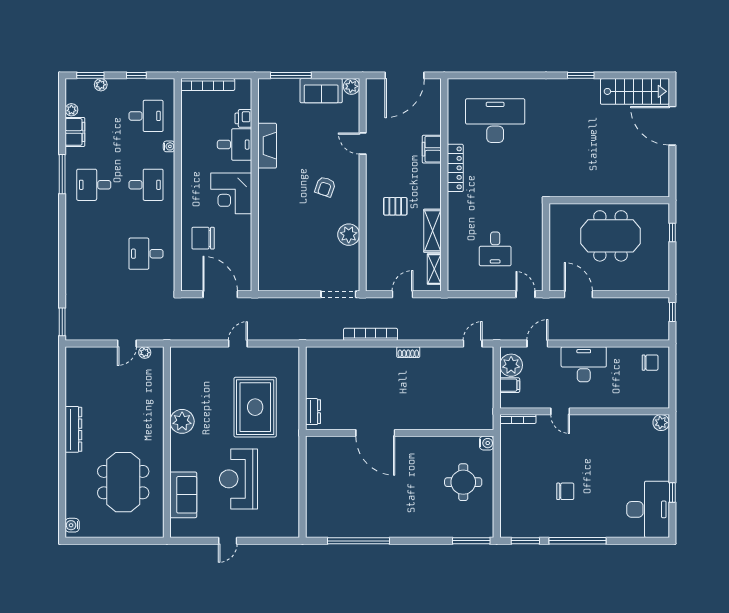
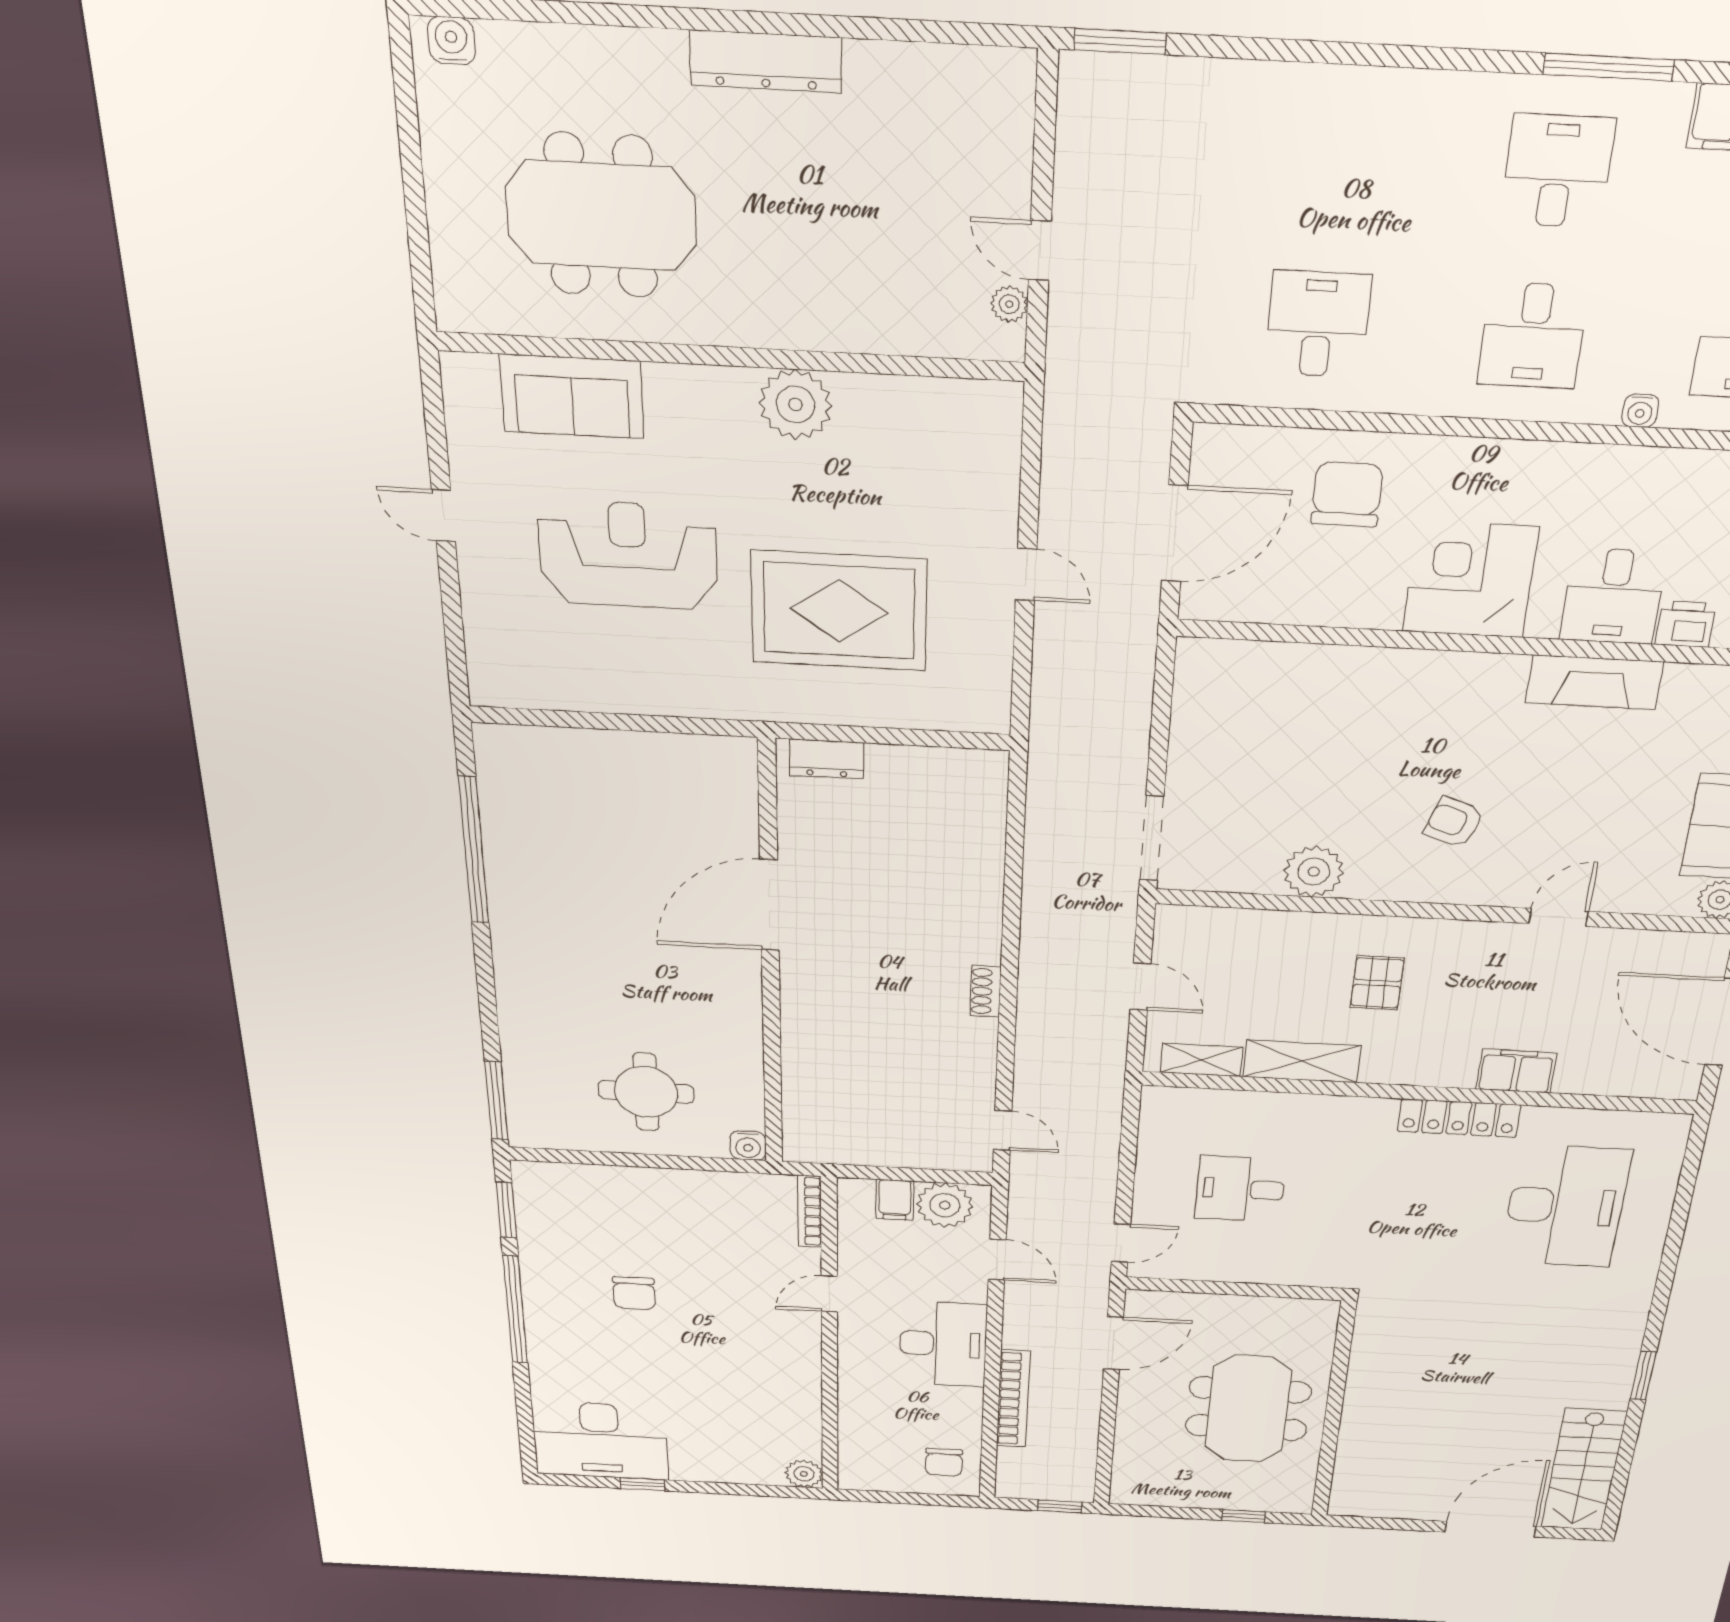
bookcase: (371, 334) -> (1013, 1399), moved

